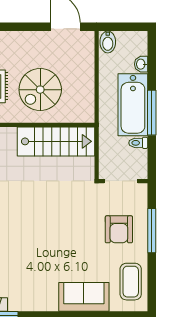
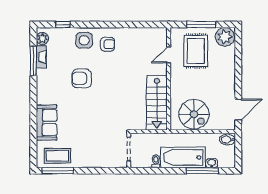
spiral stairs: (40, 90) -> (194, 114), moved, turned 180
window: (152, 113) -> (202, 171), moved
armchair: (119, 229) -> (82, 78), moved
window: (152, 231) -> (58, 171), moved

